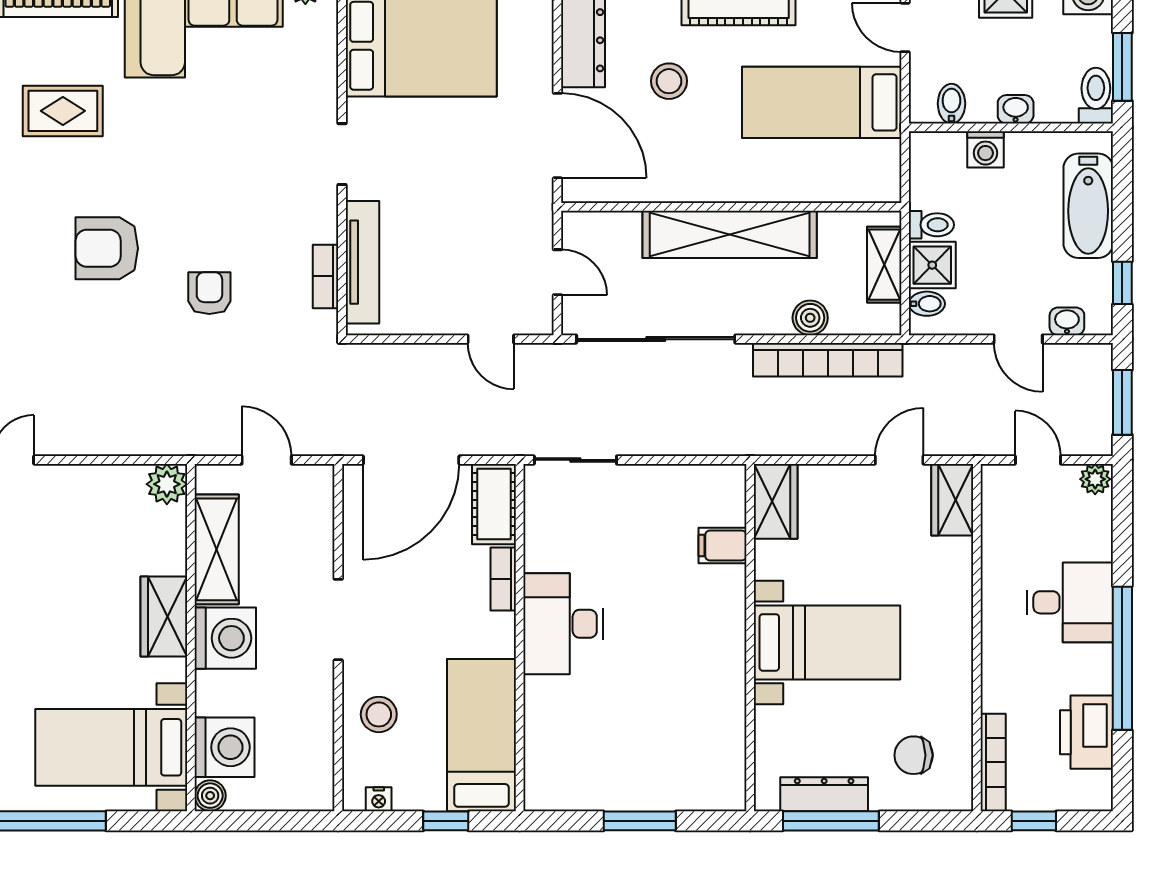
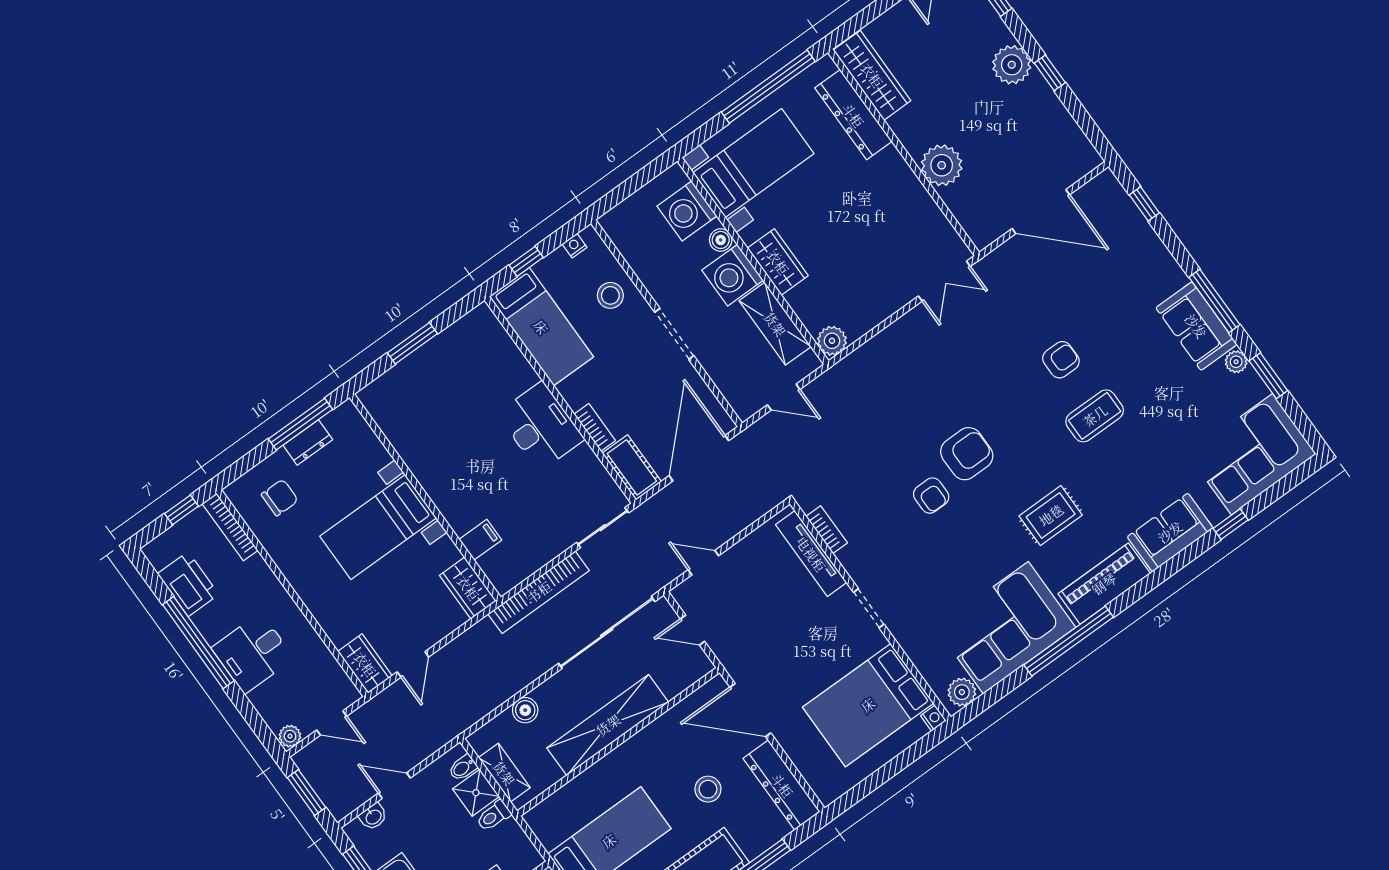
armchair: (209, 293) -> (931, 496), moved
bookcase: (828, 360) -> (539, 592), moved, turned 180
dresser: (824, 794) -> (308, 442), width x0.70
boiler: (210, 796) -> (721, 240), moved

